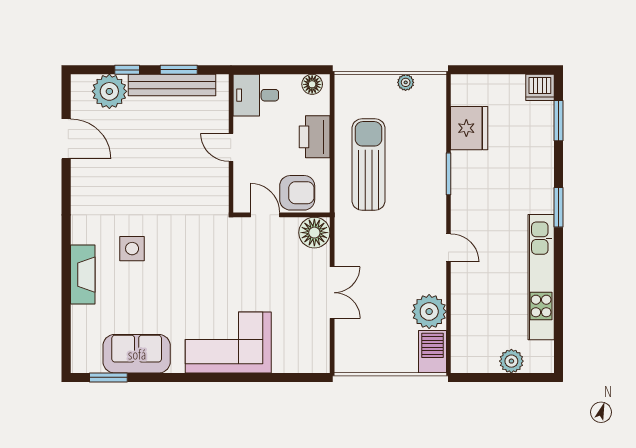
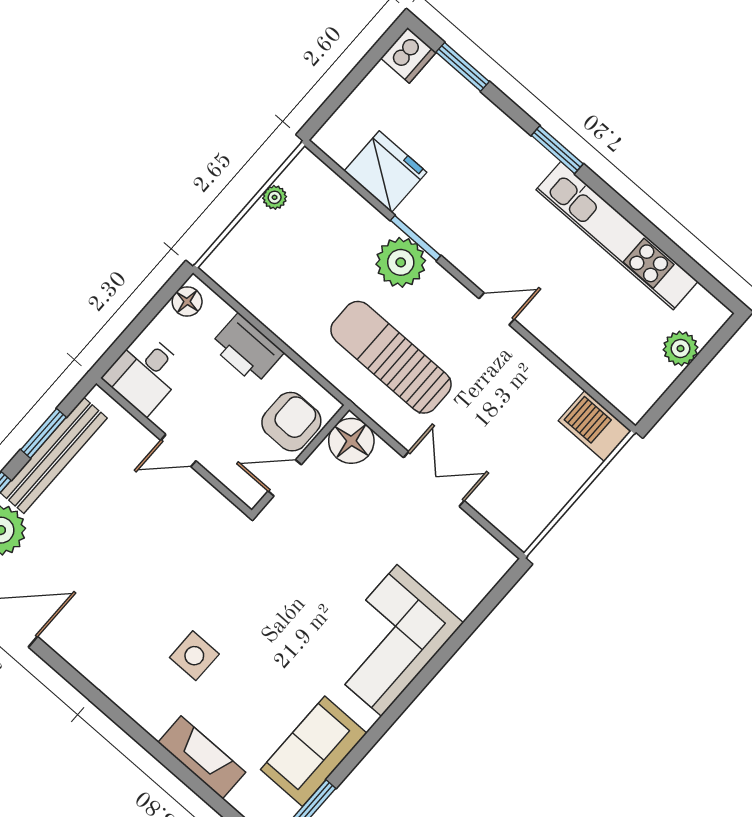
sun lounger: (369, 165) -> (391, 357), moved
fireplace: (83, 275) -> (202, 757), moved
plant: (429, 312) -> (401, 262), moved

